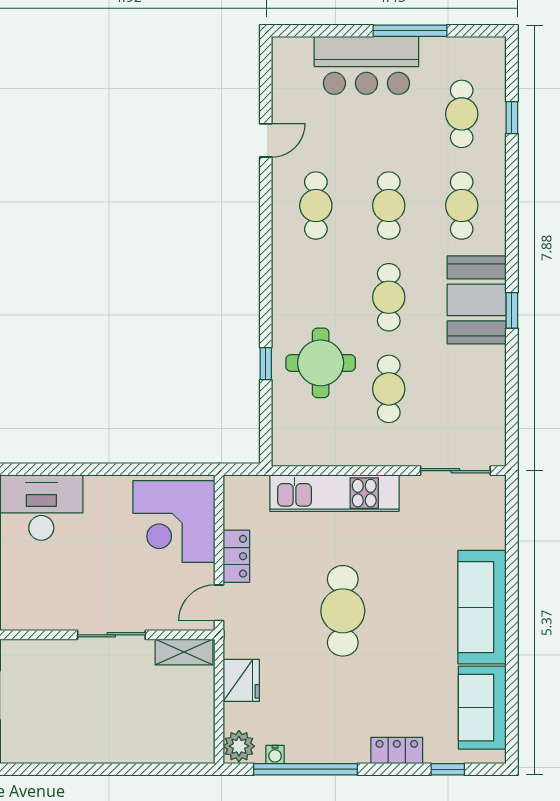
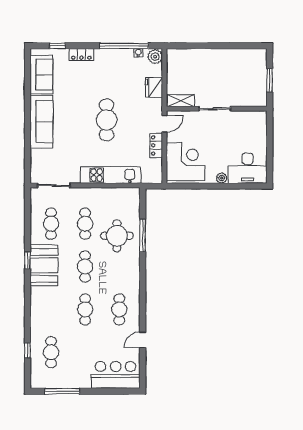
window: (410, 31) -> (62, 391), moved
bar counter: (366, 65) -> (116, 375), moved
cafe table: (462, 206) -> (51, 224), moved
window: (266, 364) -> (143, 235), width x2.17
plant: (97, 486) -> (222, 178), added

